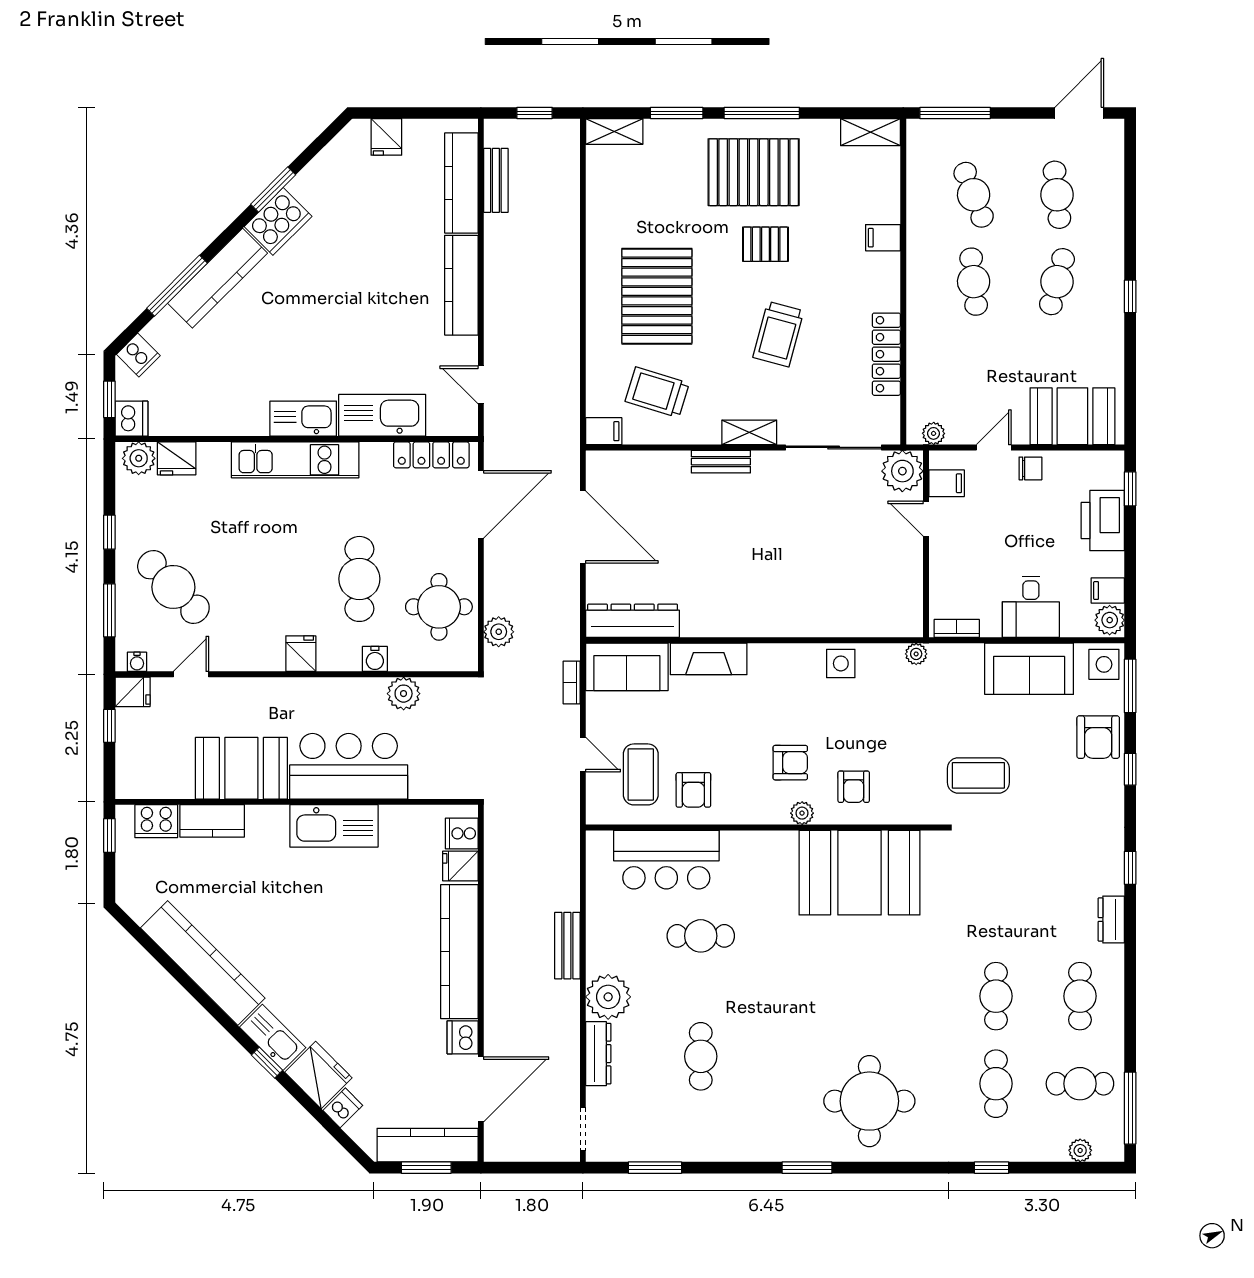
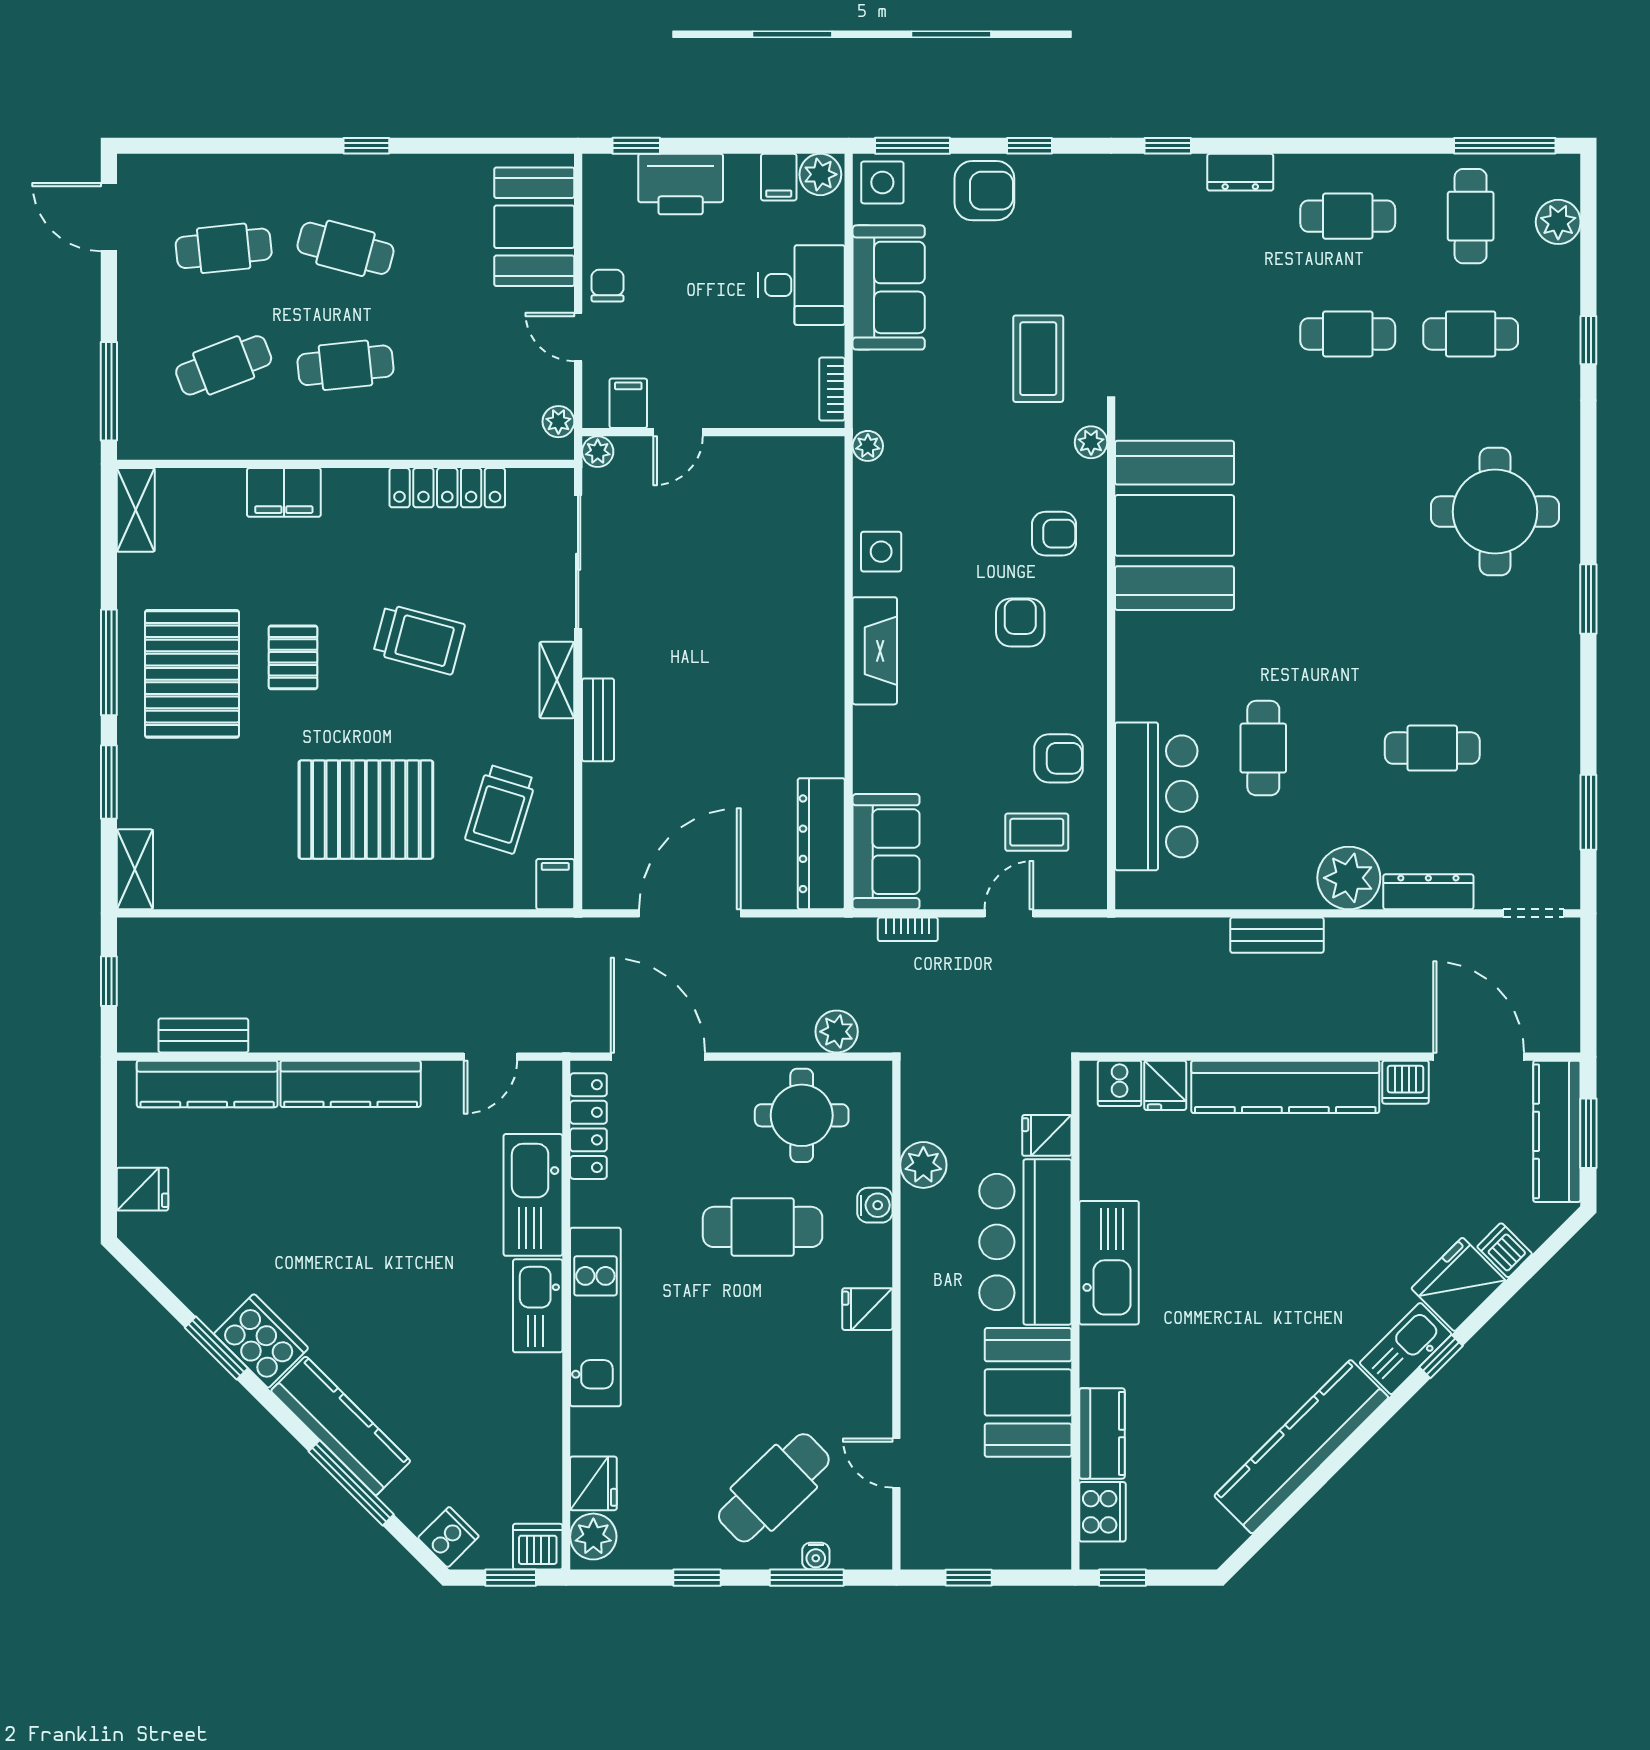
filing cabinet: (883, 238) -> (284, 492), width x2.00
plant: (902, 471) -> (598, 452), width x0.53, depth x0.53
fireplace: (709, 659) -> (875, 651), moved
water cooler: (137, 662) -> (816, 1556), moved, turned 90
fridge: (133, 692) -> (1047, 1135), moved, turned -90
coffee table: (641, 774) -> (1037, 832), width x0.73, depth x0.77
plant: (802, 813) -> (1091, 442), moved
plant: (1080, 1150) -> (1558, 222), width x1.38, depth x1.38

